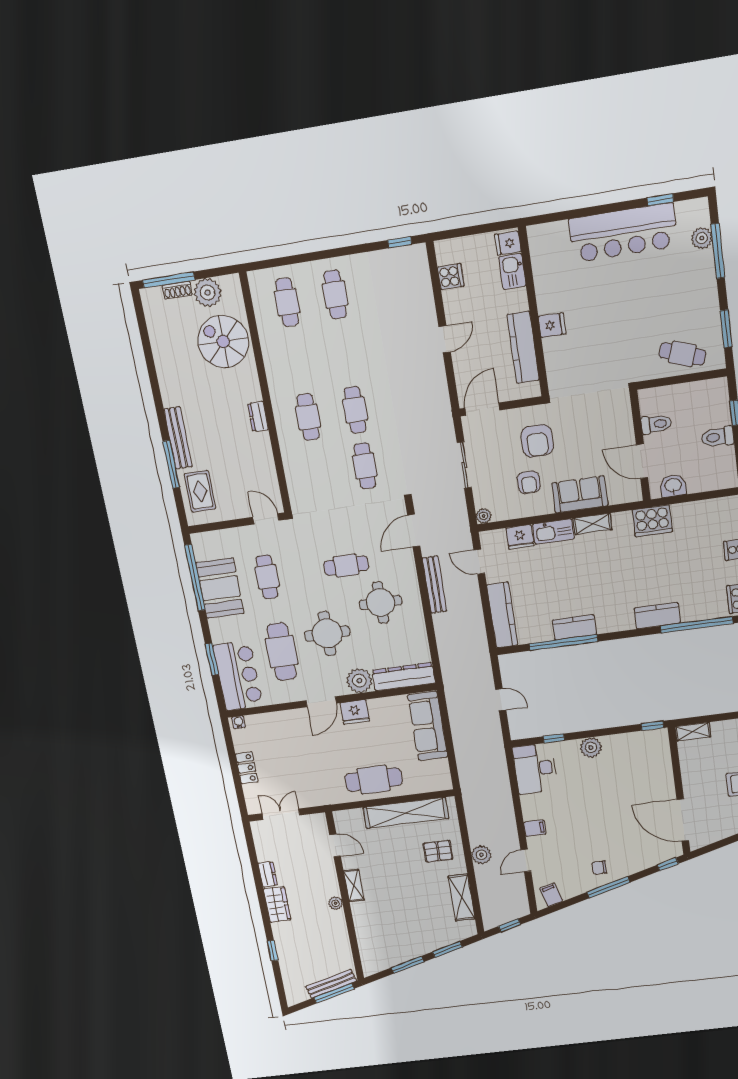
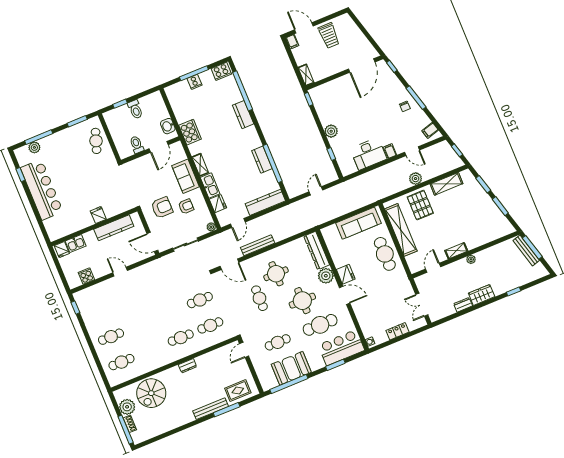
cafe table: (355, 410) -> (210, 325), moved
sofa: (428, 726) -> (358, 223), moved
desk: (535, 769) -> (368, 154), moved
pallet: (438, 851) -> (420, 205), width x1.50, depth x1.42

